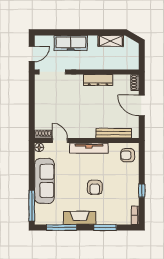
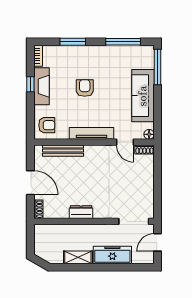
shelving: (111, 41) -> (78, 257), moved
dresser: (98, 80) -> (81, 212), width x0.70
fireplace: (80, 218) -> (41, 86), moved, turned -90

